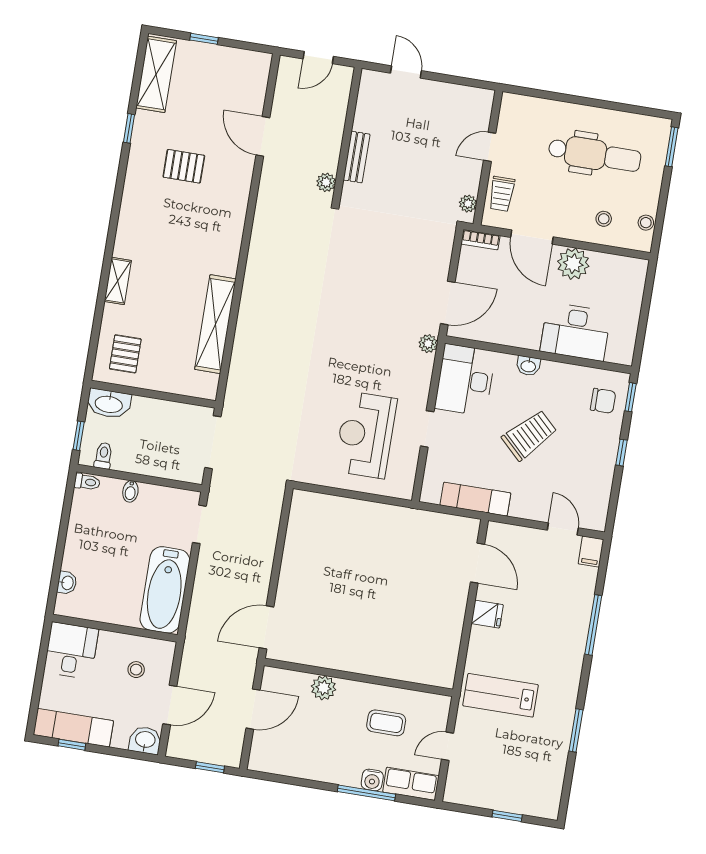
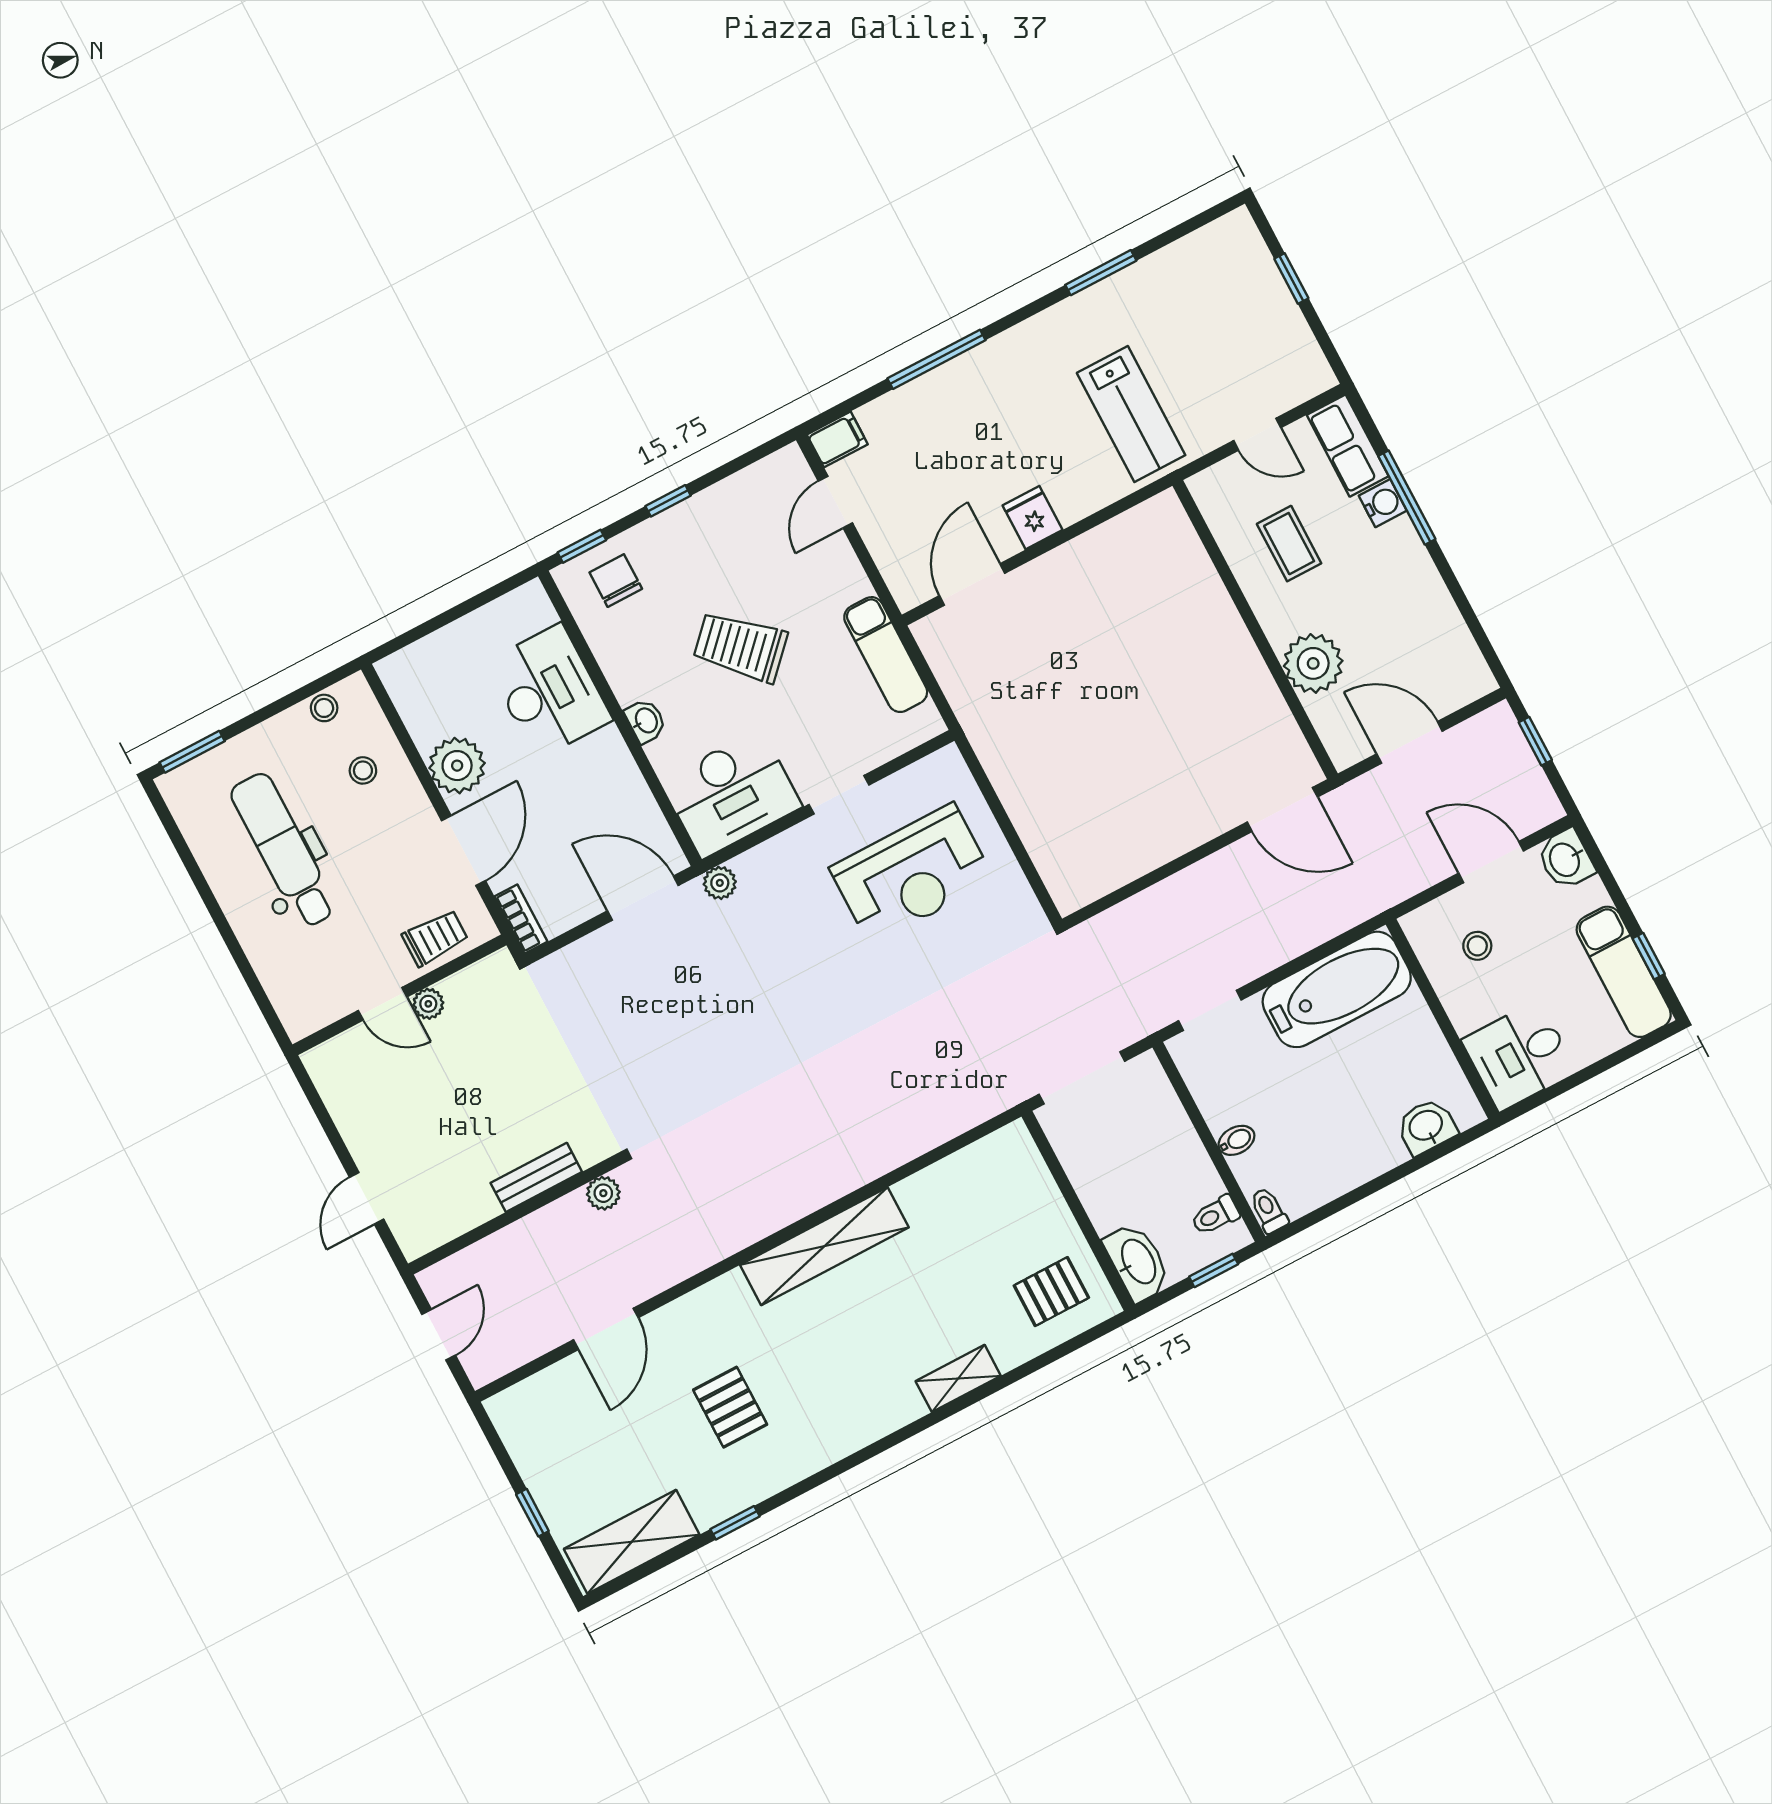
door: (318, 58) -> (439, 1335), hinge flipped
plant: (468, 204) -> (428, 1004), moved
shelving: (215, 324) -> (824, 1246), moved
washbasin: (67, 583) -> (1426, 1126), width x1.38, depth x1.45
plant: (324, 688) -> (1313, 663), width x1.36, depth x1.36

